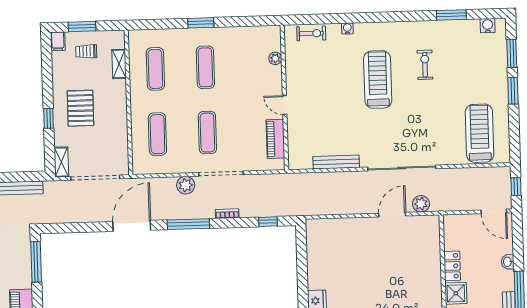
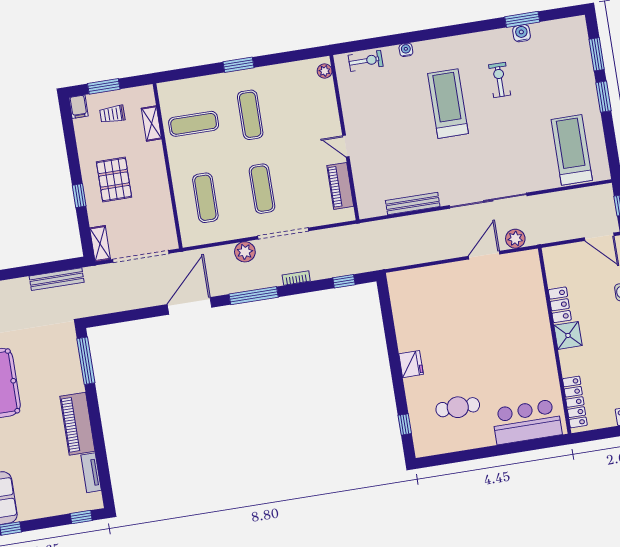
water cooler: (488, 26) -> (522, 33), moved
plant: (275, 58) -> (325, 71), moved
exercise mat: (155, 69) -> (194, 124), turned 90

